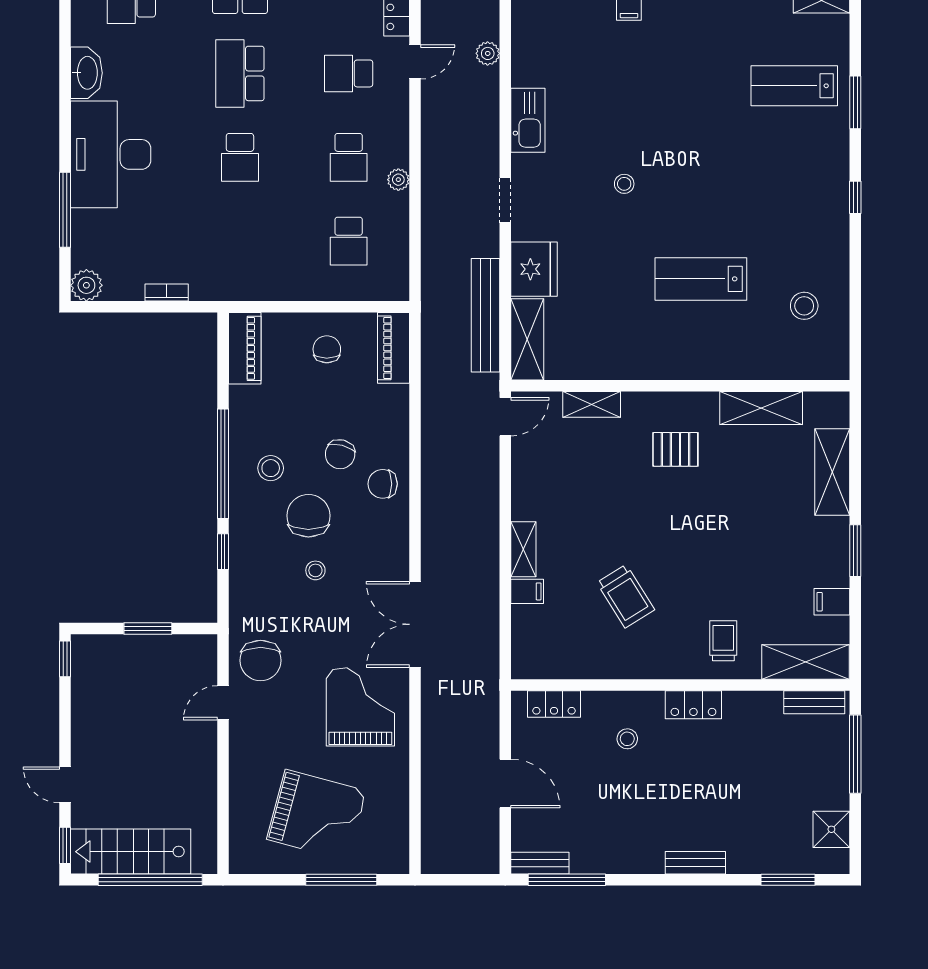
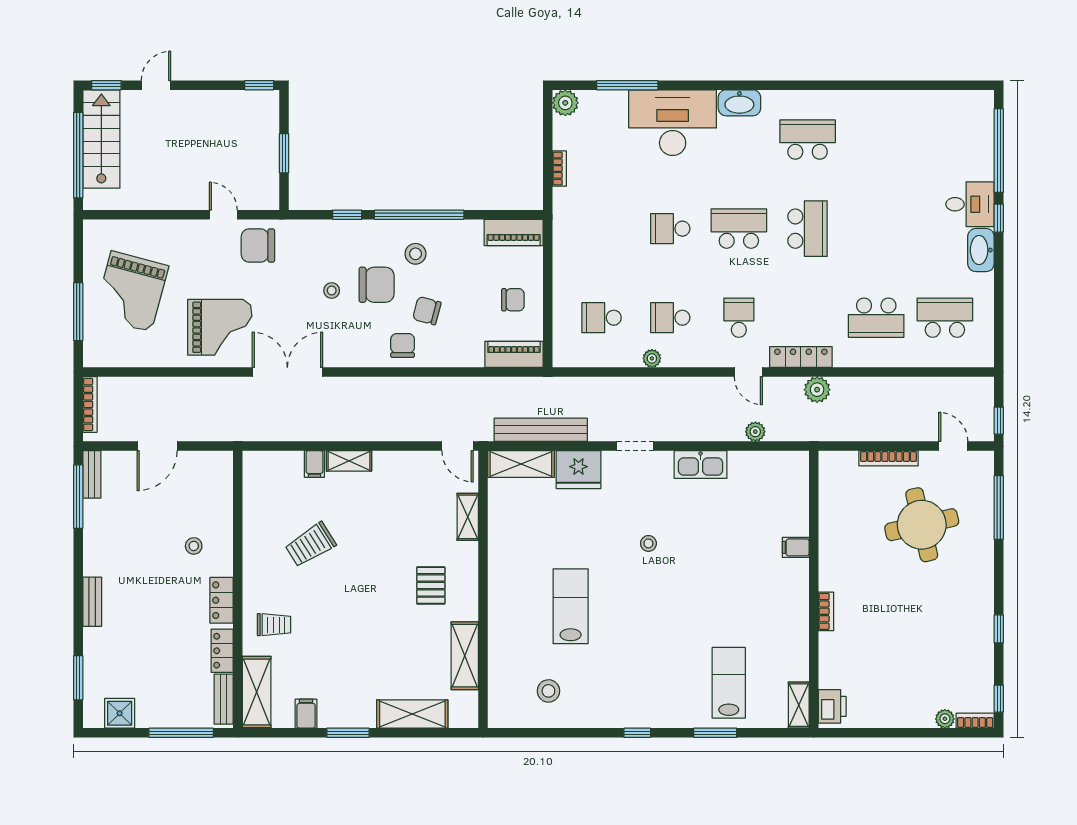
locker: (554, 704) -> (222, 651), moved
bookcase: (455, 866) -> (90, 404), added

